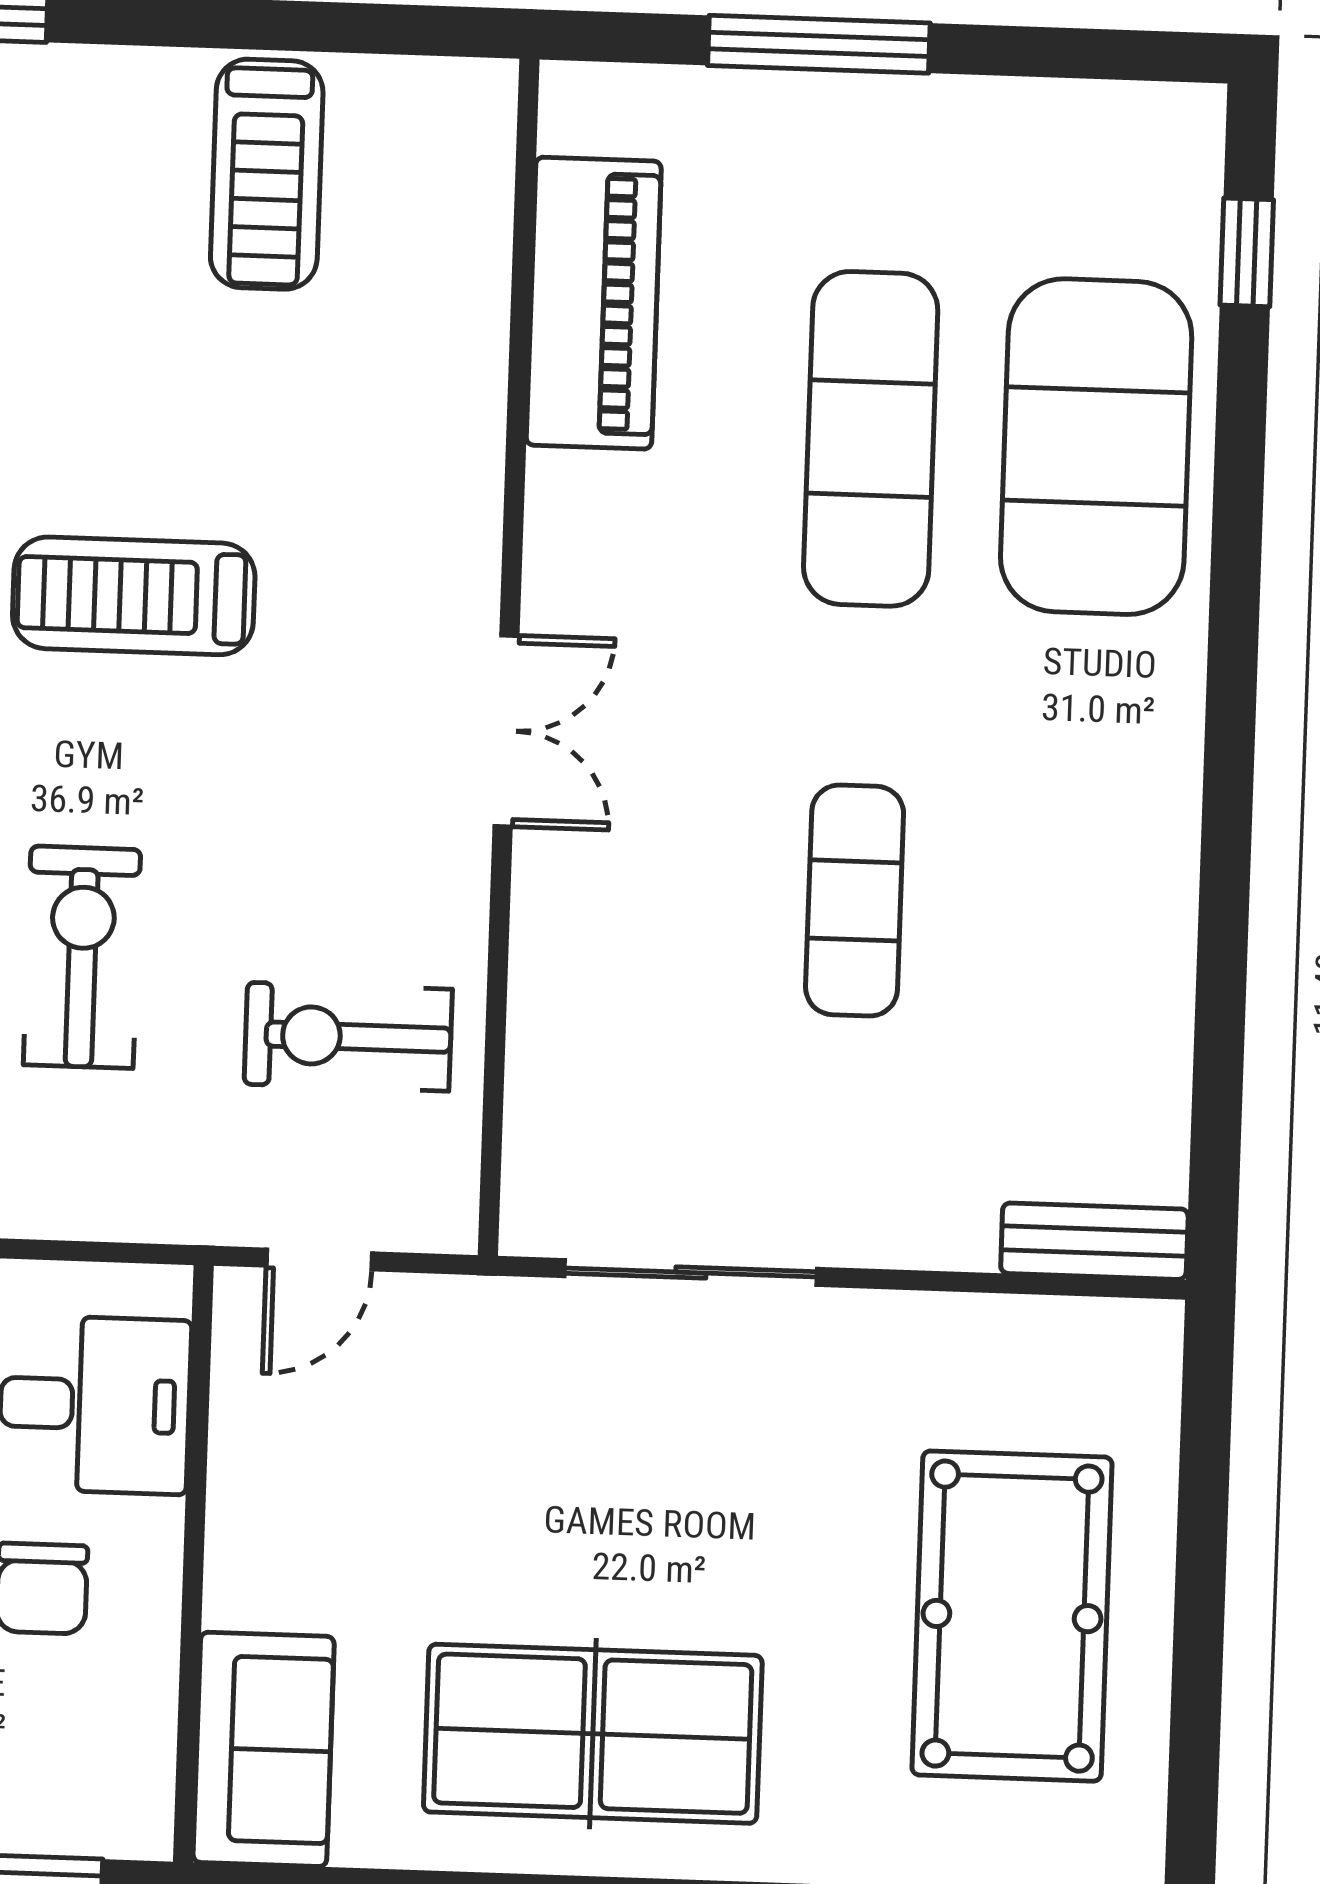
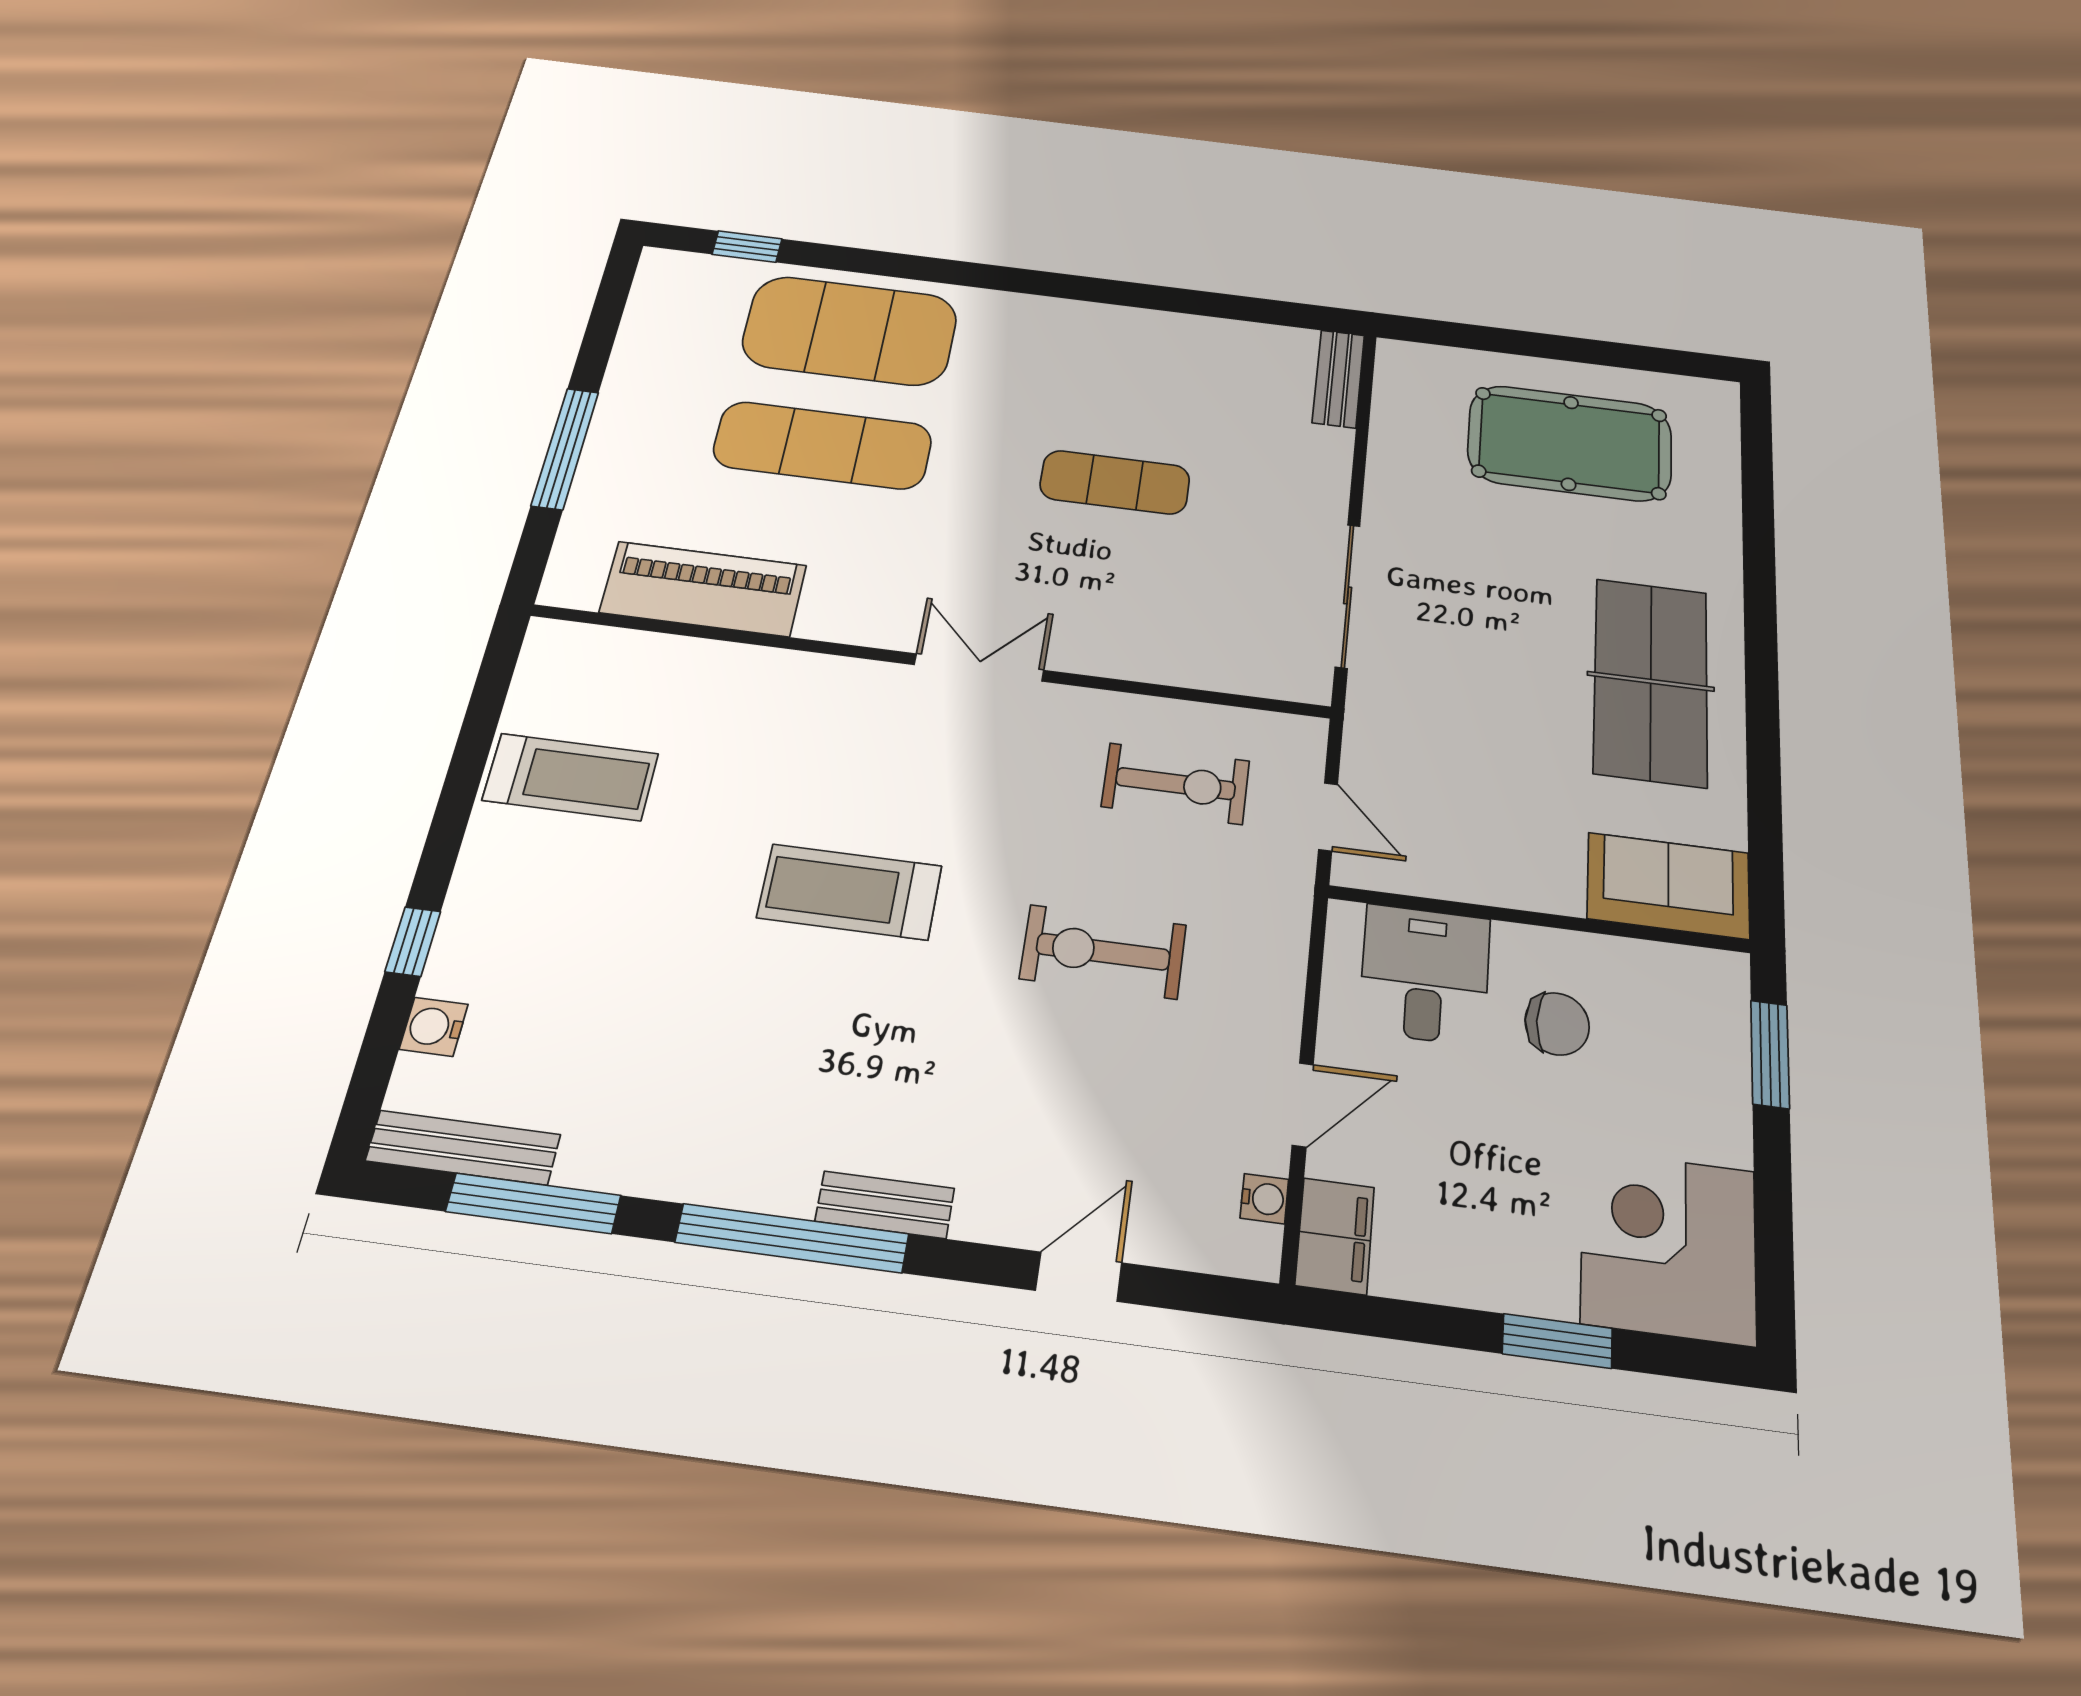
treadmill: (134, 596) -> (850, 892), turned 90
exercise bike: (348, 1037) -> (1176, 784), turned -90

